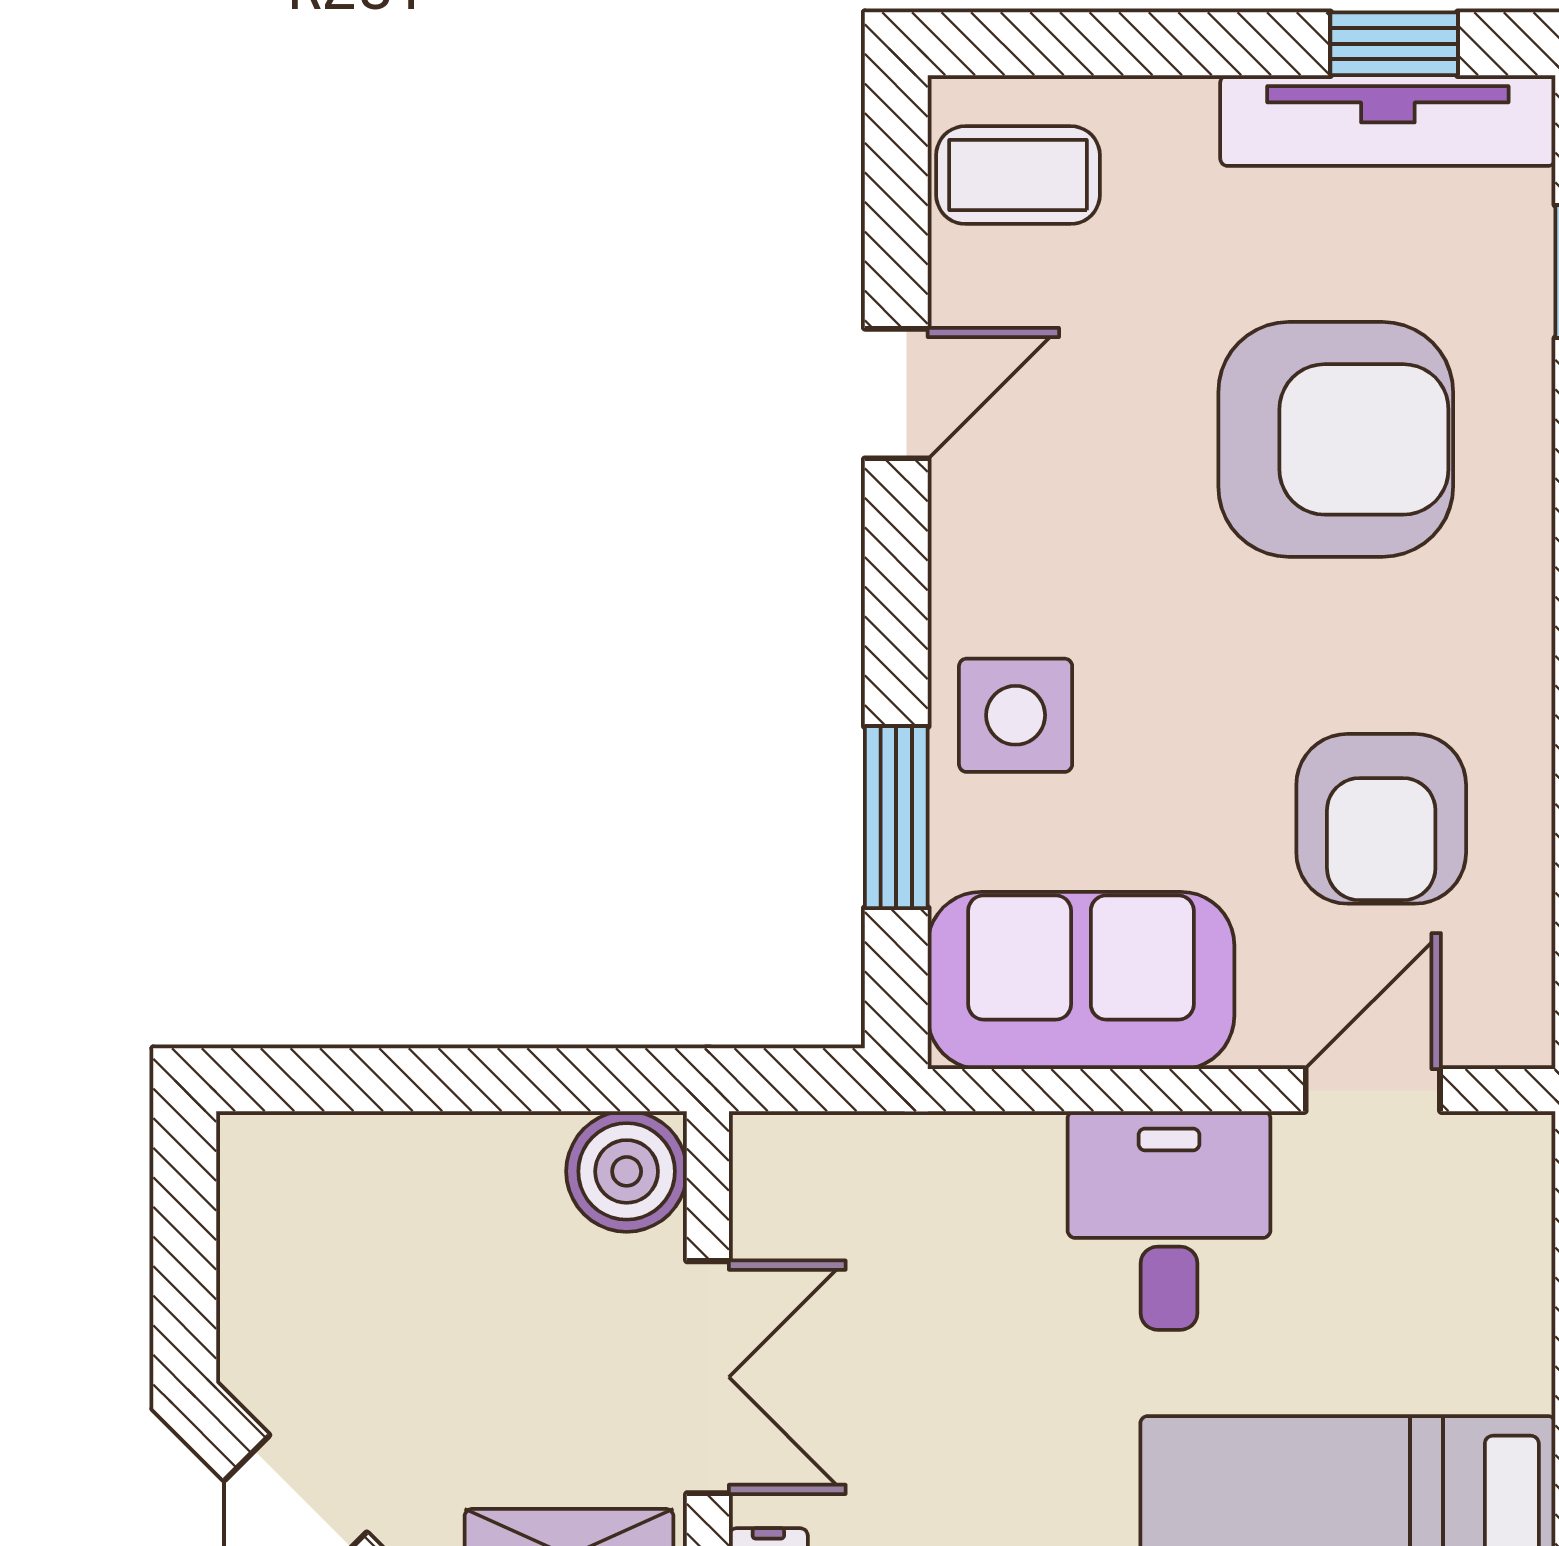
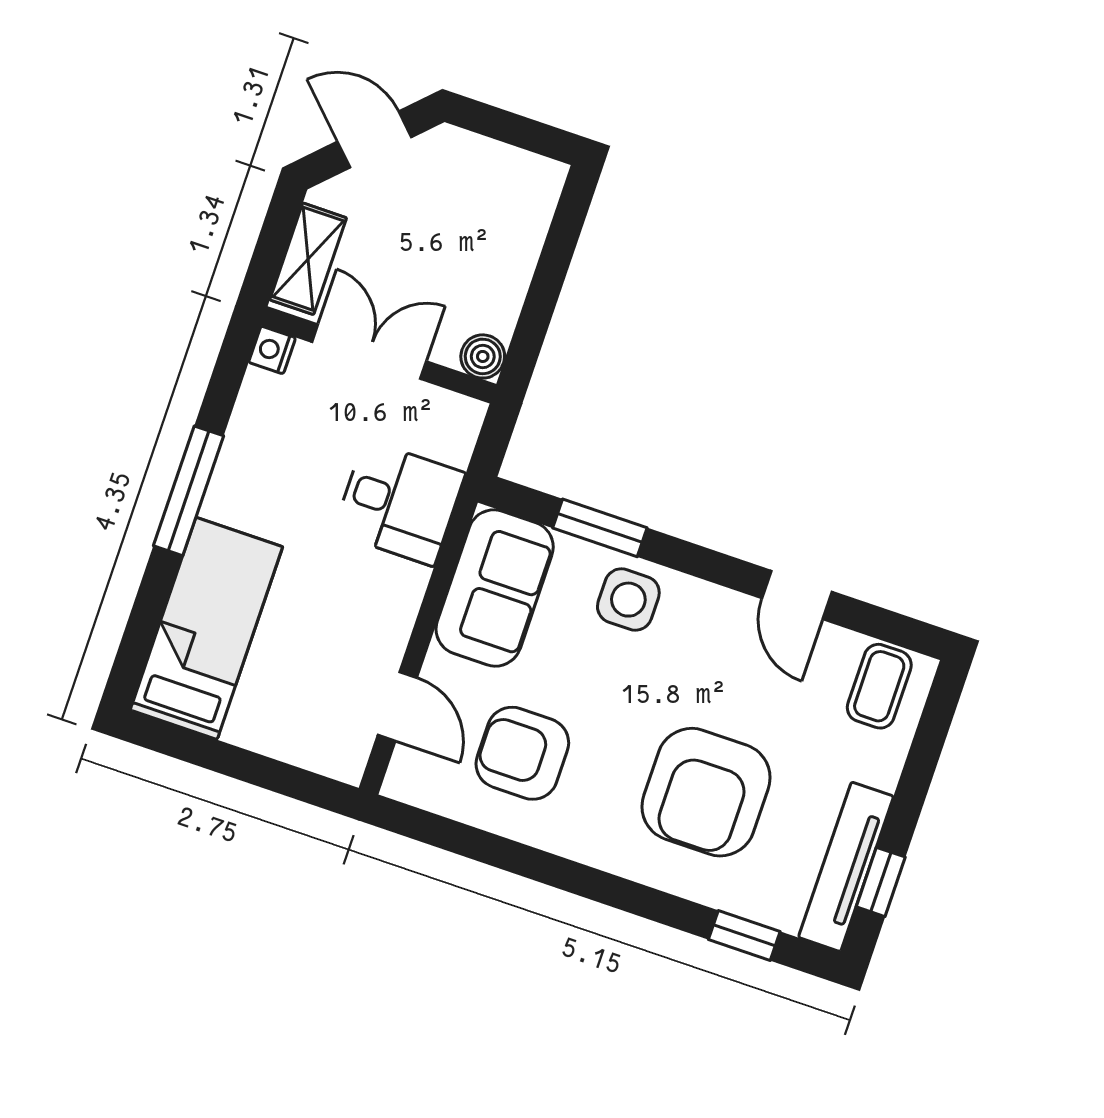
boiler: (627, 1171) -> (483, 356), width x0.73, depth x0.73
desk: (1169, 1220) -> (399, 503), moved
double door: (708, 1377) -> (369, 352), swing flipped

